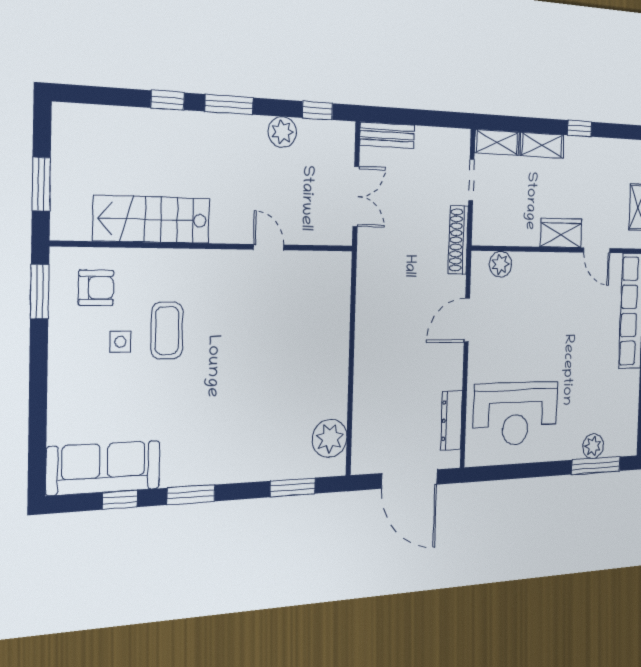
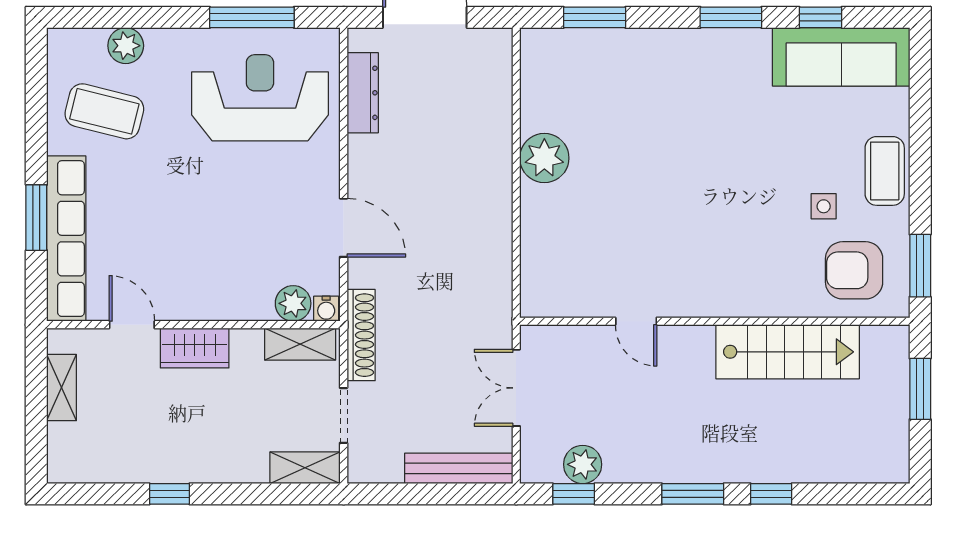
plant: (282, 132) -> (583, 464), moved
bench: (387, 135) -> (459, 468), width x1.36
shelving: (542, 145) -> (300, 344), moved
water cooler: (480, 260) -> (326, 309), added
armchair: (96, 288) -> (854, 270), width x1.38, depth x1.38
door: (467, 320) -> (344, 228), hinge flipped
coffee table: (167, 331) -> (885, 171), moved
coffee table: (607, 400) -> (104, 111), added
plant: (330, 438) -> (544, 158), moved
window: (596, 465) -> (252, 17), moved

